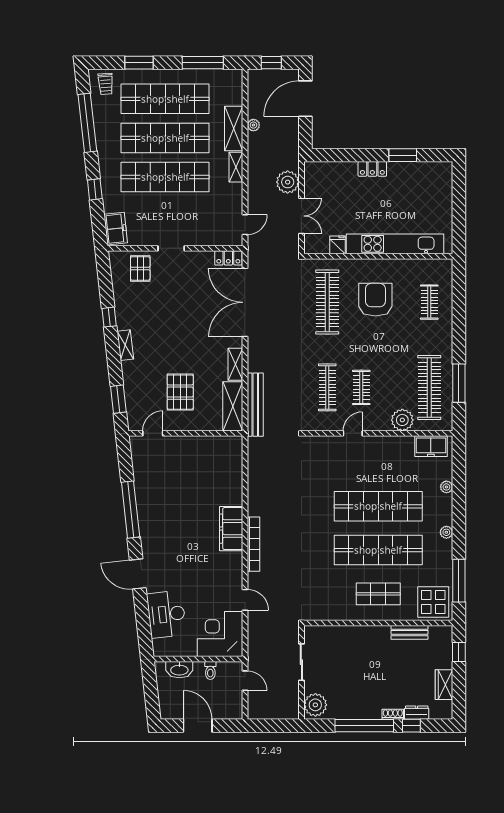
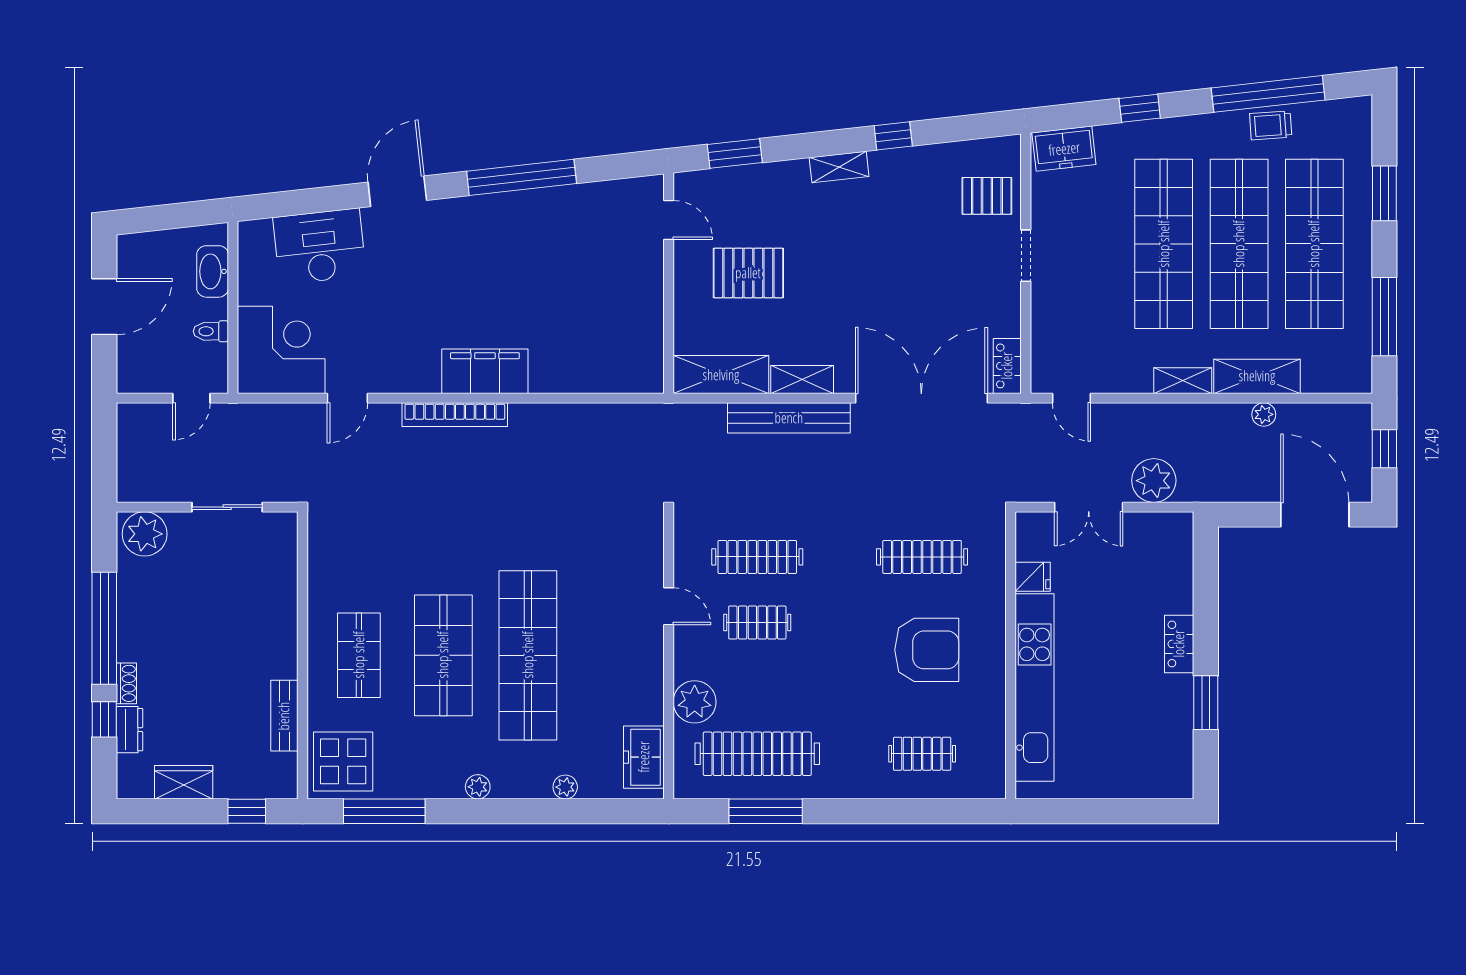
trolley: (106, 84) -> (1271, 125), moved
clothes rail: (327, 302) -> (922, 557), width x0.73, depth x0.76
bench: (255, 405) -> (789, 418), moved
shop shelf: (378, 550) -> (443, 655), width x0.71

